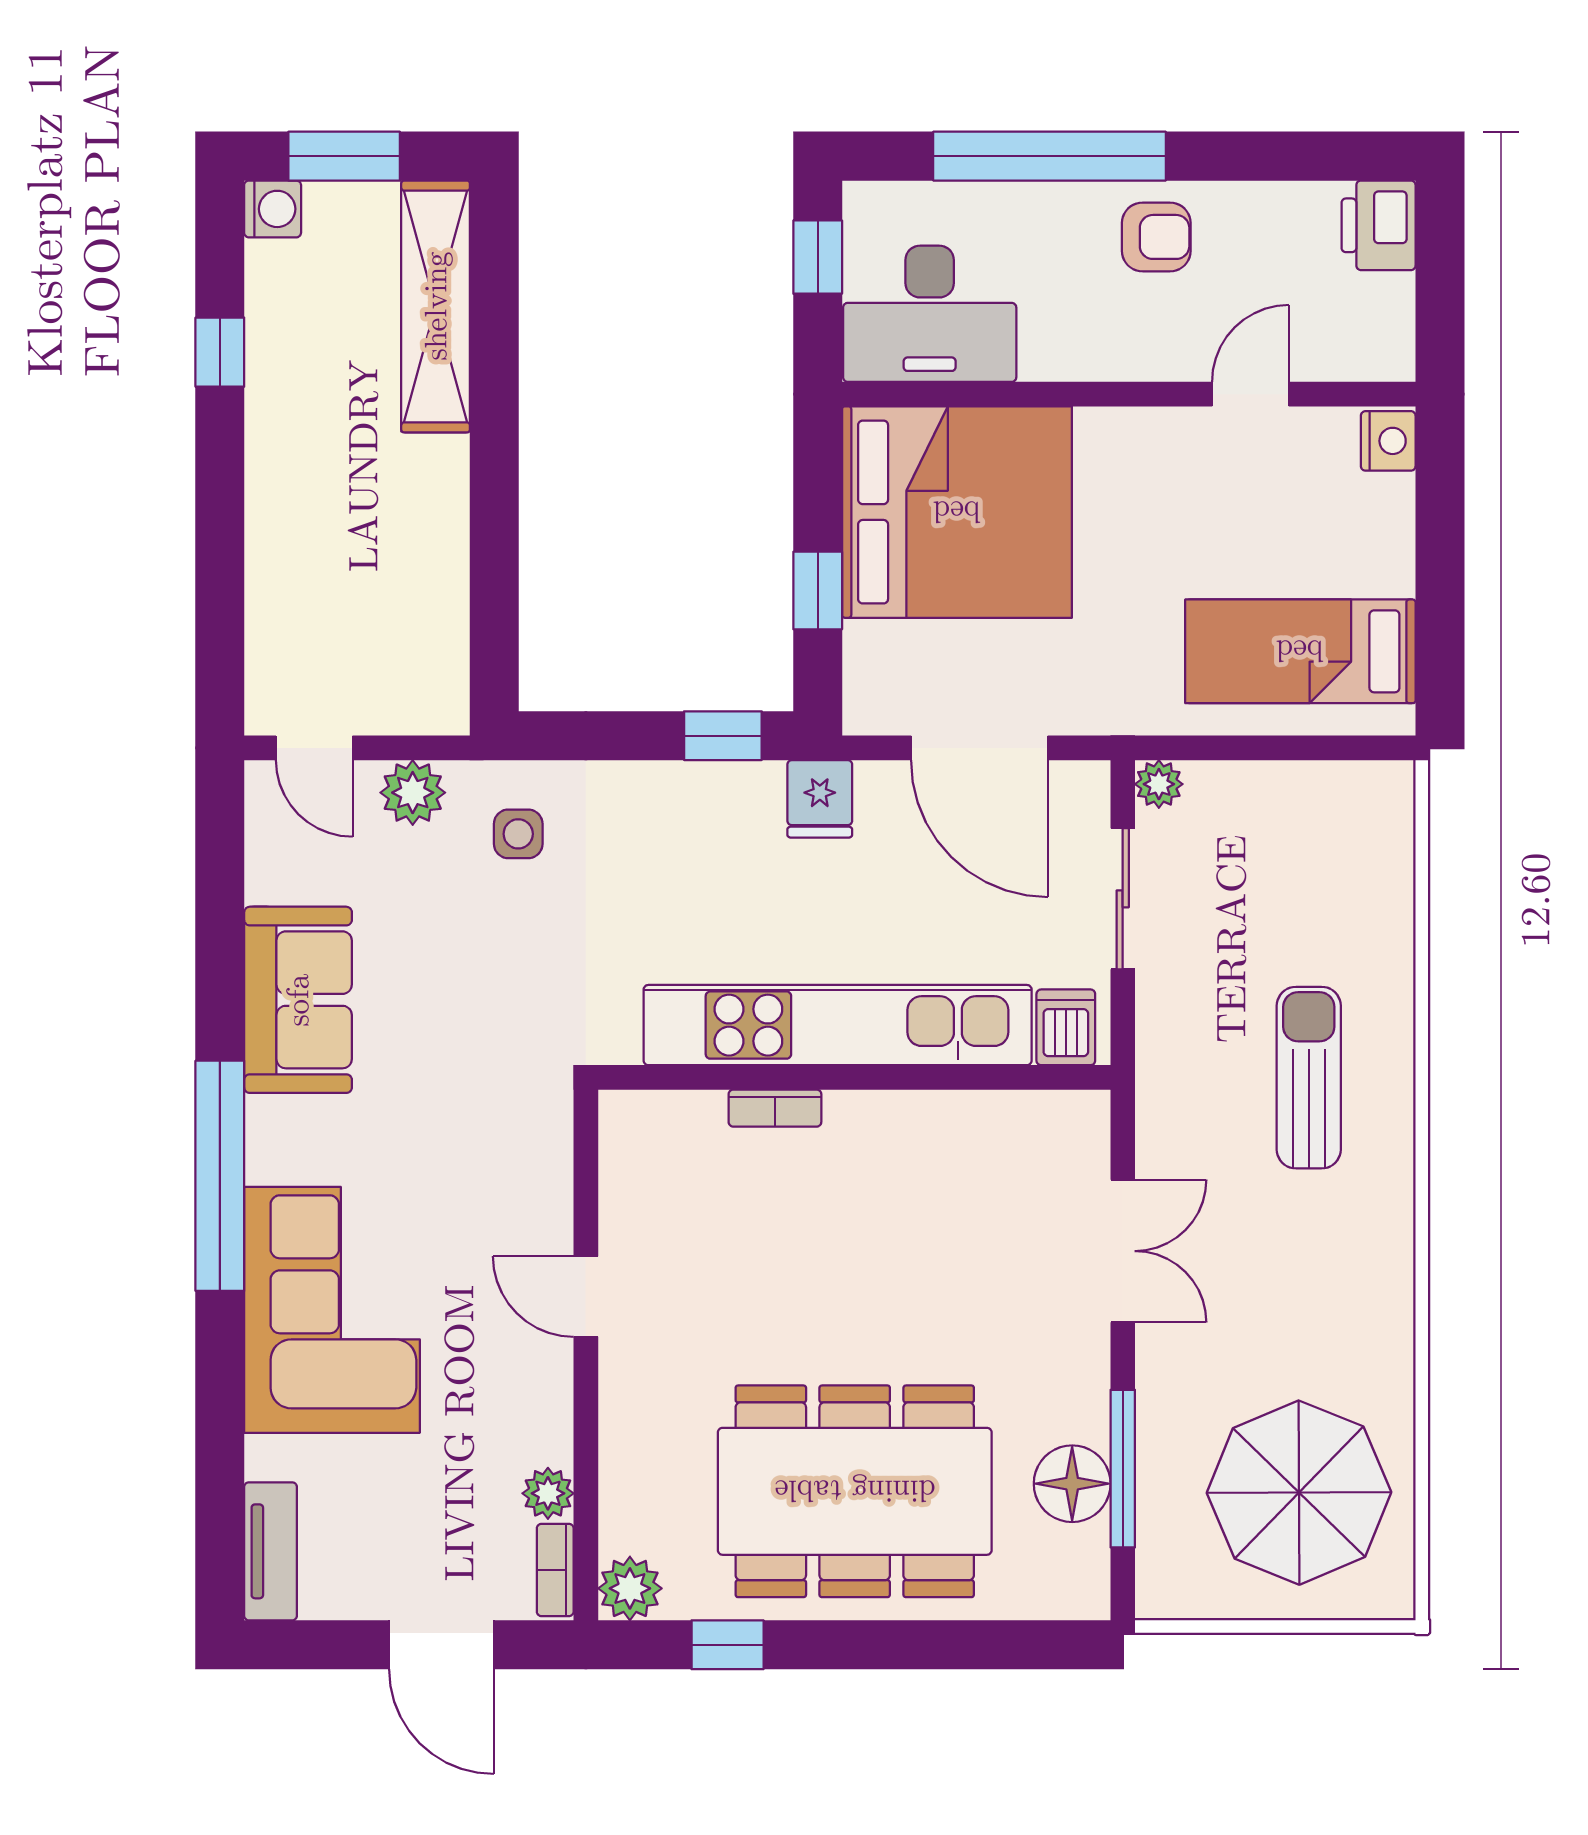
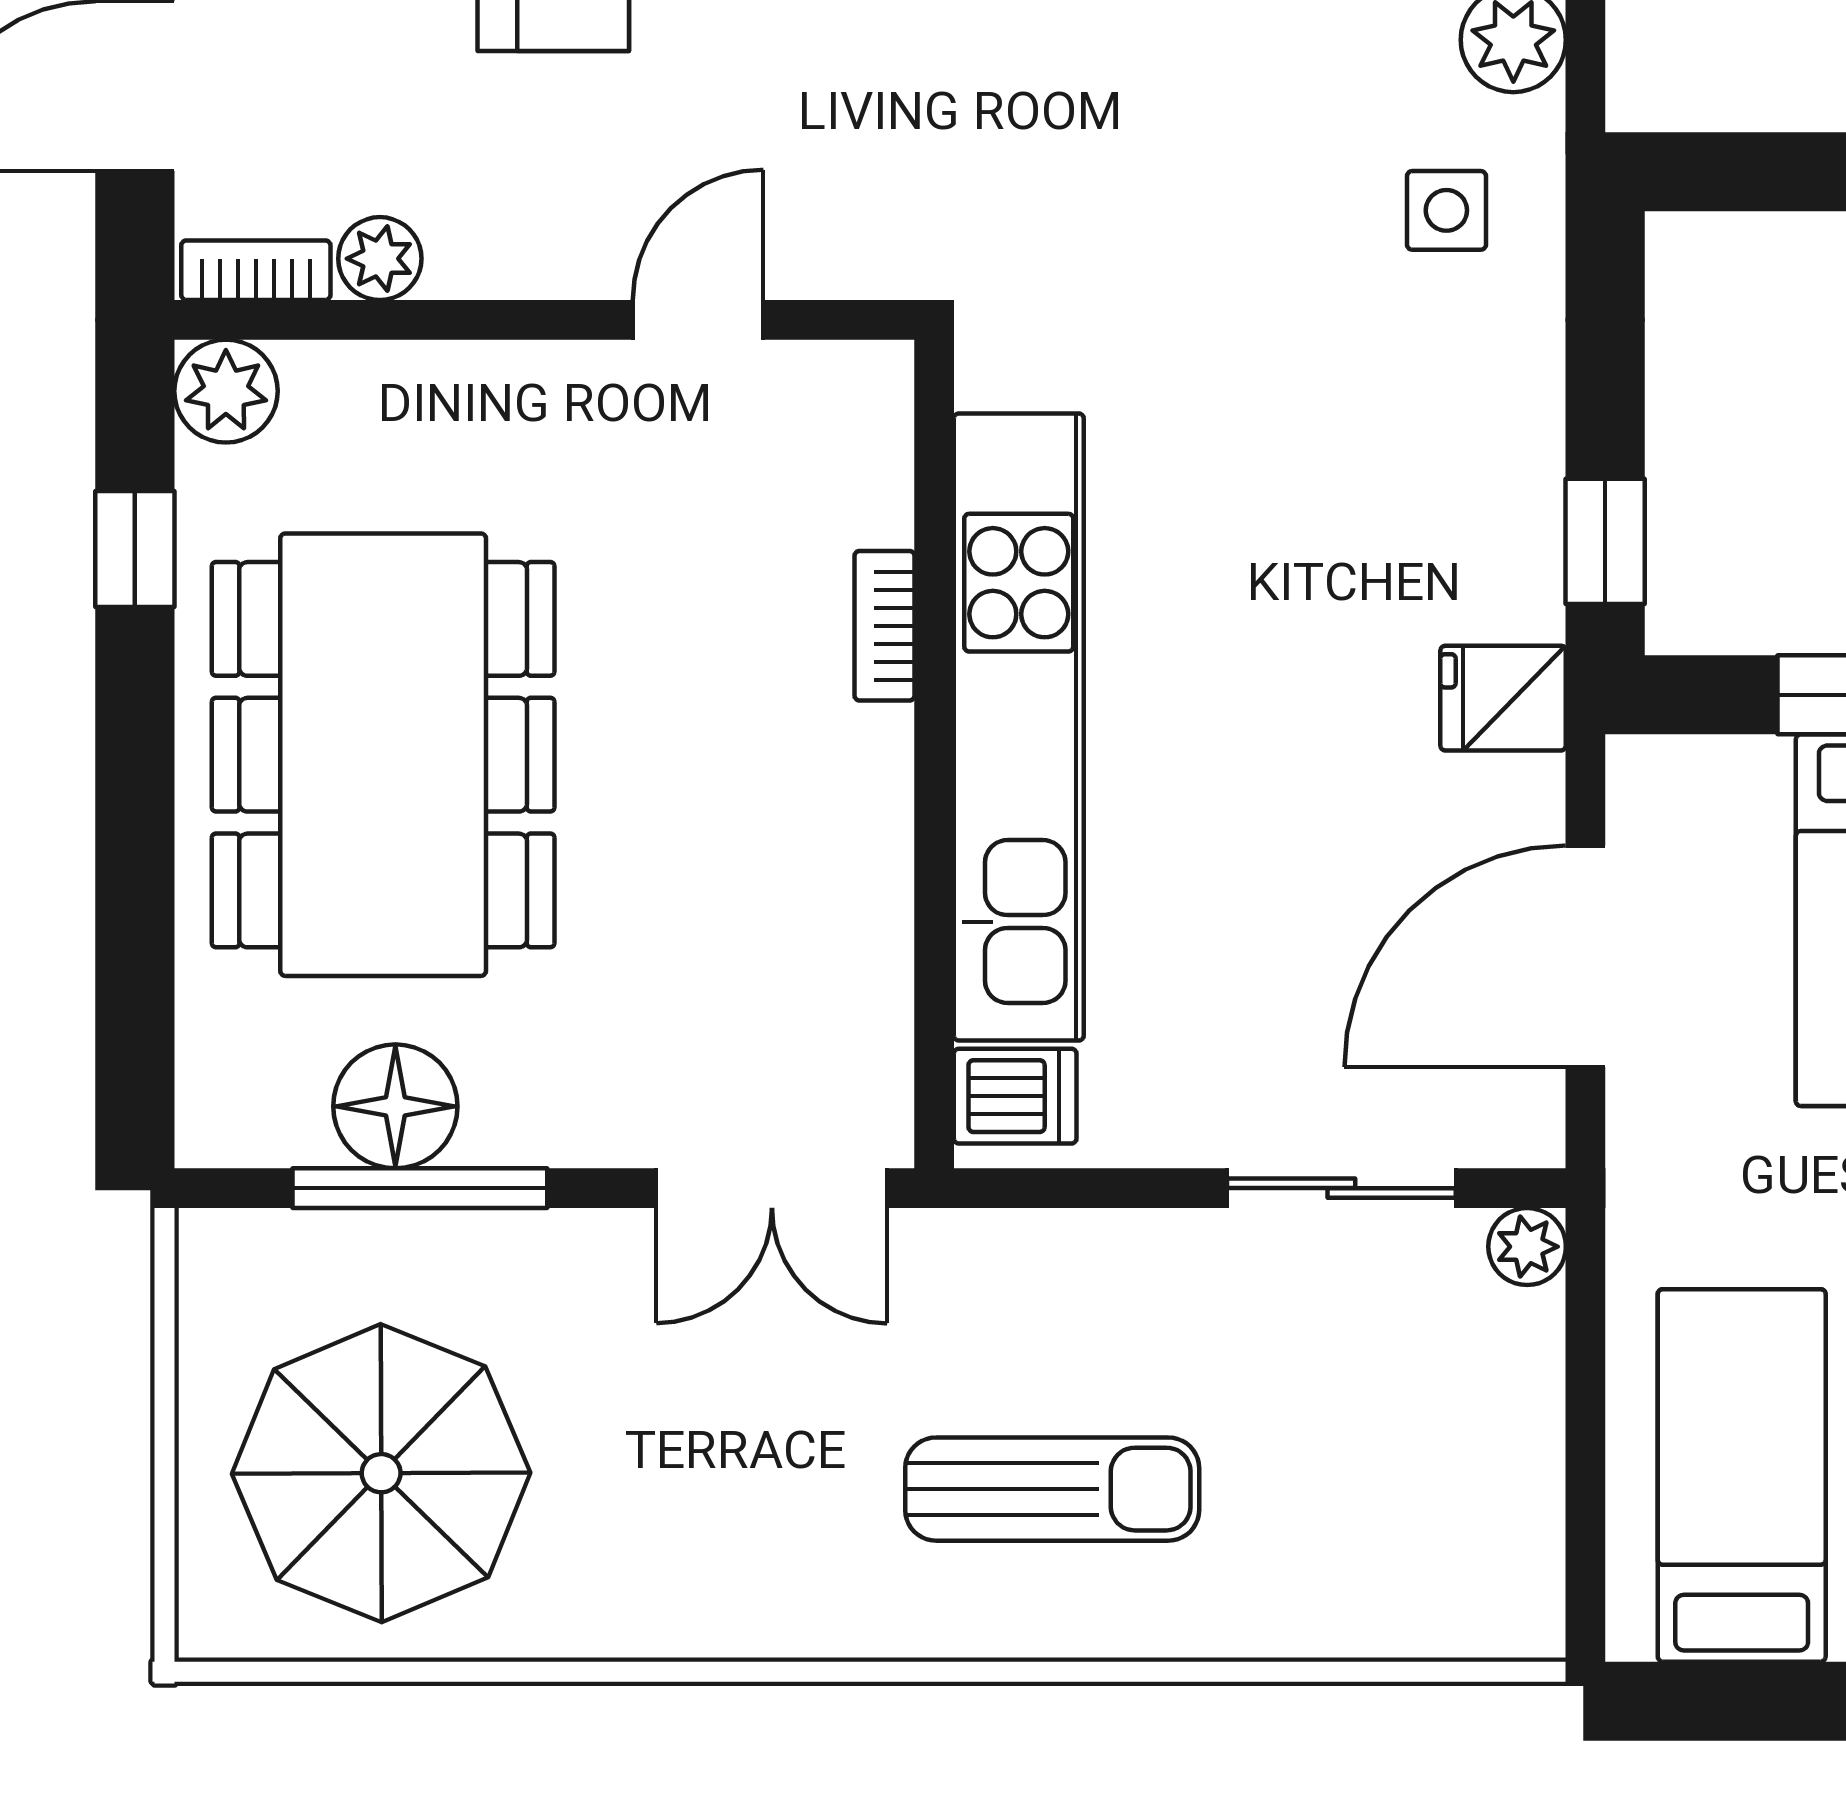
kitchen unit: (838, 1025) -> (1019, 727), moved
dishwasher: (1066, 1027) -> (1015, 1096), moved
wall: (854, 1077) -> (934, 754), moved
bookcase: (775, 1108) -> (884, 626), moved

